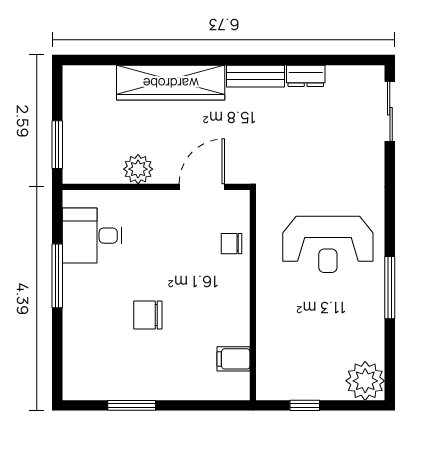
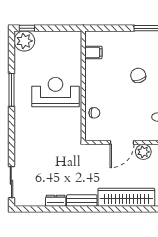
door: (202, 187) -> (122, 143), moved
reception desk: (328, 244) -> (55, 92), moved
chair: (148, 315) -> (138, 75), turned -109
window: (305, 405) -> (27, 28), moved

